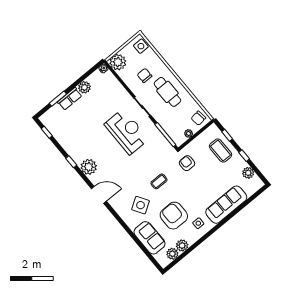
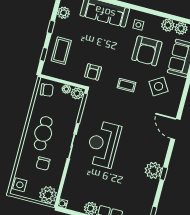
plant: (179, 139) -> (77, 93), added
plant: (89, 167) -> (153, 170), moved

